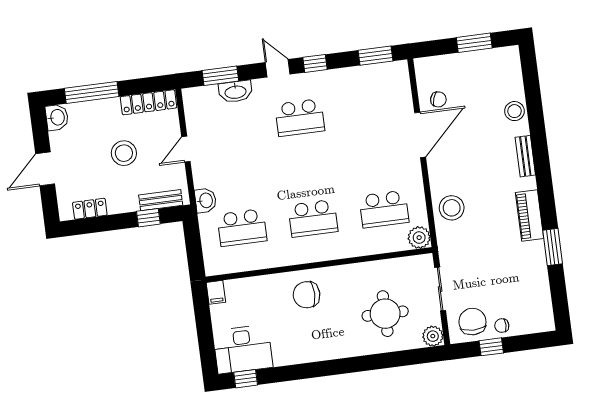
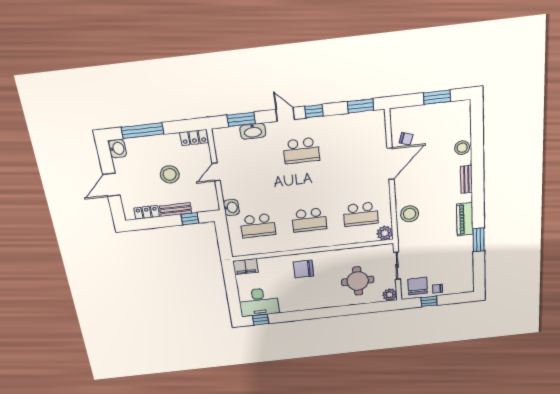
locker: (148, 102) -> (194, 137), width x0.66
bench: (161, 200) -> (176, 210), moved
filing cabinet: (216, 292) -> (245, 267), width x2.00

